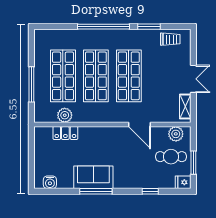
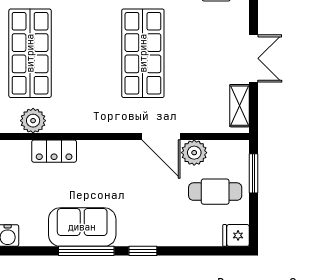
shop shelf: (96, 76) -> (86, 53), removed
locker: (65, 133) -> (54, 151), moved
plant: (176, 134) -> (194, 153), moved
window: (193, 163) -> (253, 173), moved
window: (150, 191) -> (143, 251), moved

